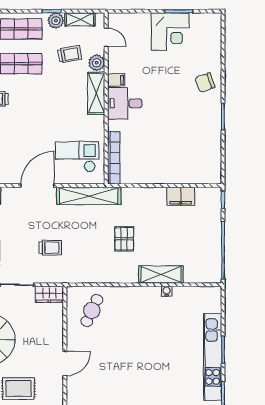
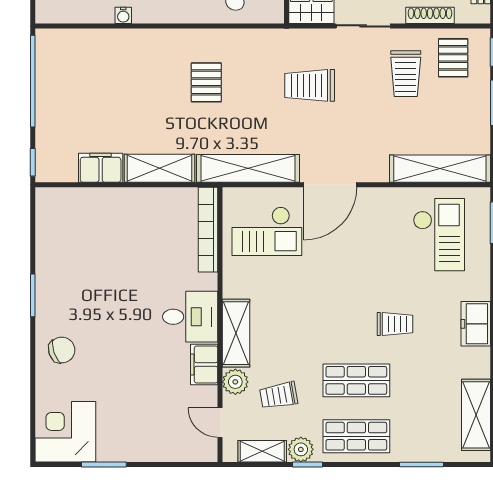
corner desk: (170, 32) -> (65, 432), moved
filing cabinet: (116, 80) -> (204, 364), width x2.00
pallet: (124, 239) -> (206, 82), moved
trolley: (50, 248) -> (310, 85), width x1.36, depth x1.39
shelving: (161, 274) -> (160, 168), moved

